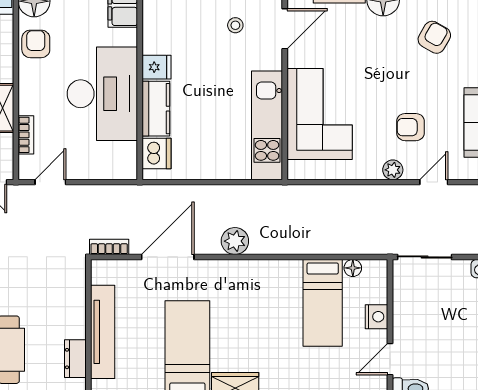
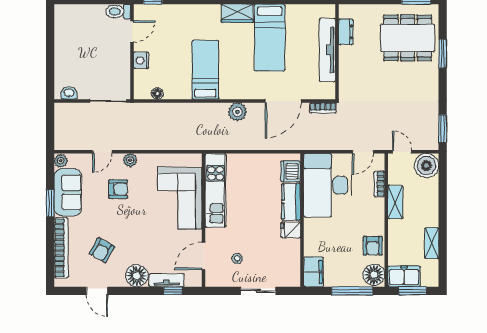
desk: (102, 94) -> (327, 185), moved
bed: (323, 303) -> (205, 70), moved

